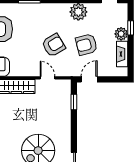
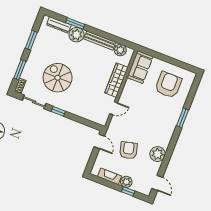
armchair: (53, 45) -> (138, 123), removed
window: (74, 102) -> (58, 111), moved

